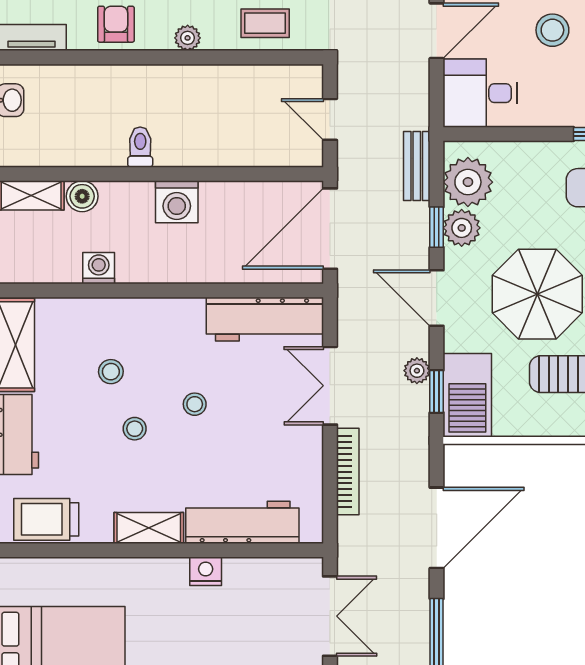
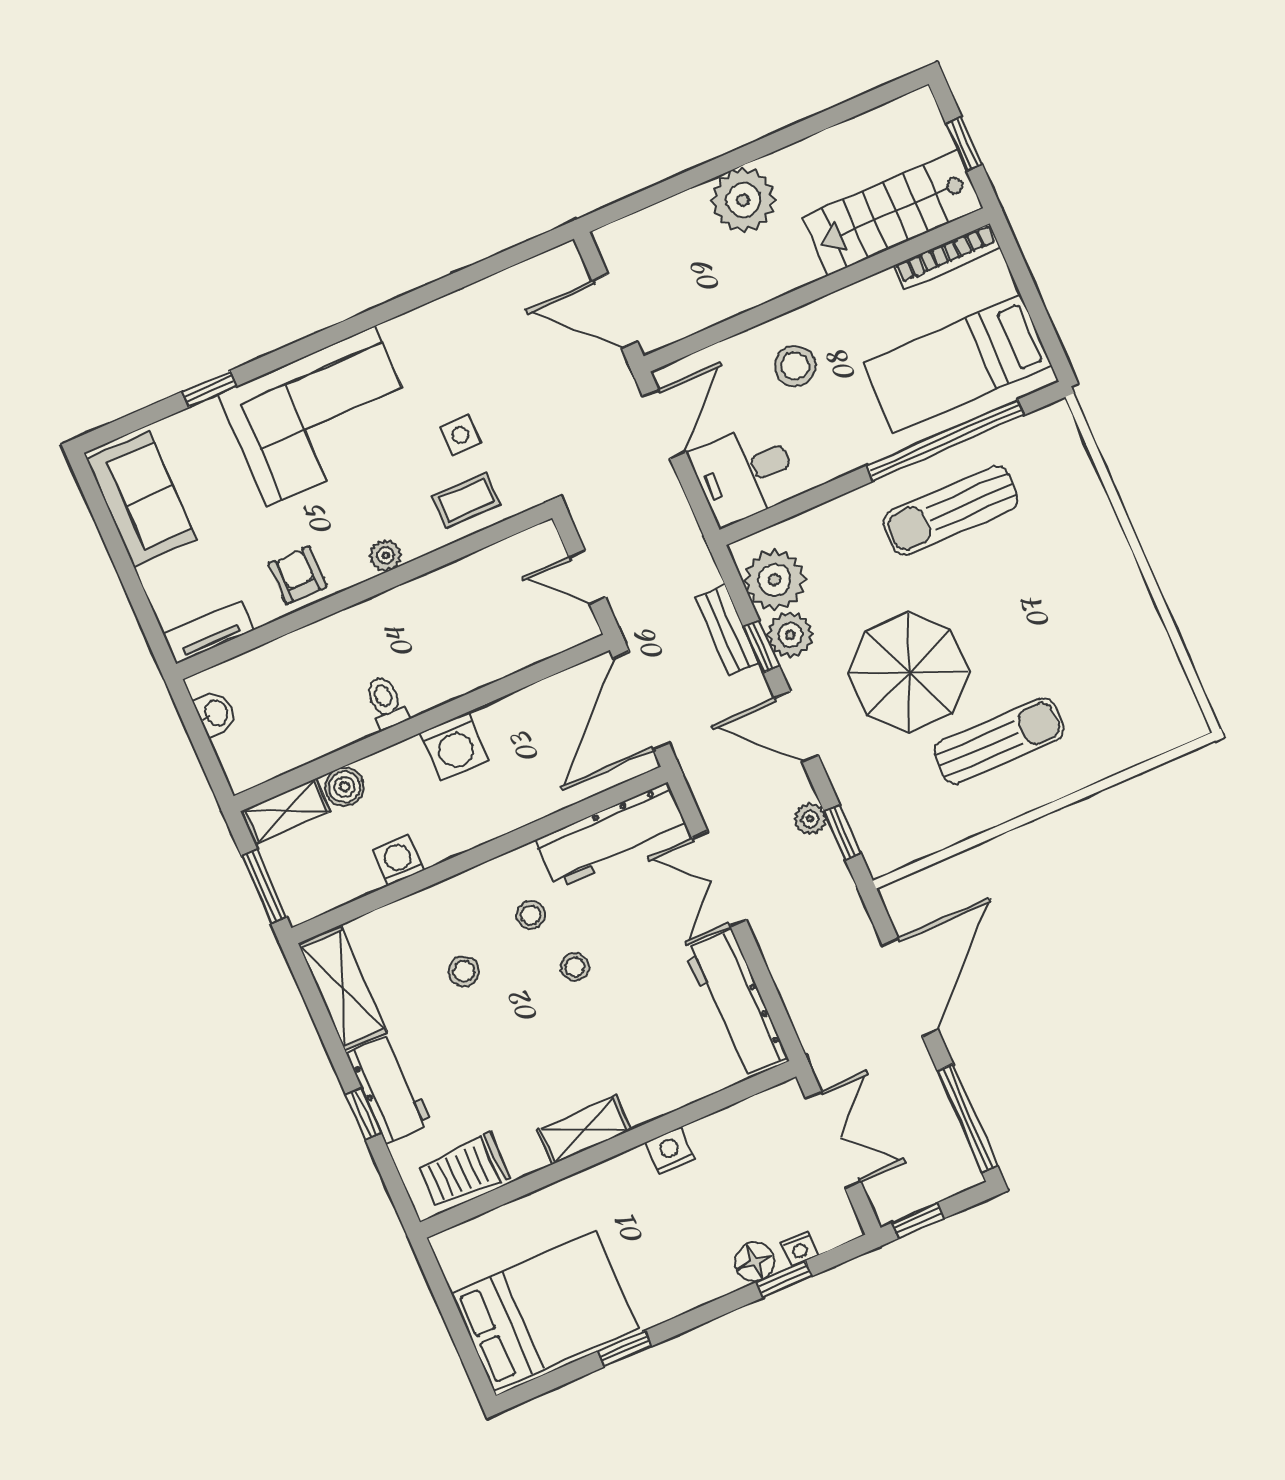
bench: (417, 166) -> (727, 630), moved
barbecue: (467, 395) -> (879, 822), removed
stool: (135, 429) -> (531, 915), moved
bookcase: (348, 472) -> (782, 967), removed
workbench: (242, 522) -> (736, 1003), moved, turned -90

